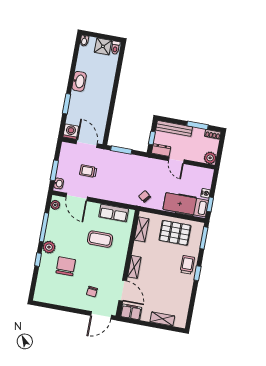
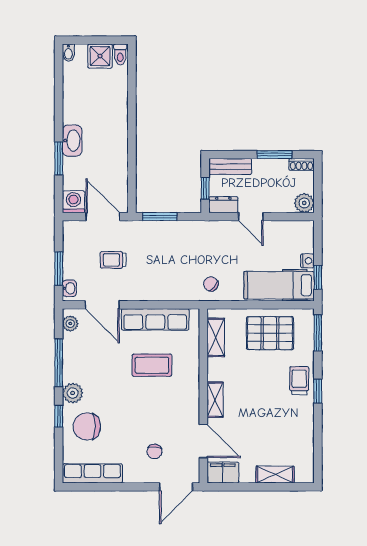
washbasin: (79, 81) -> (72, 141), moved
bench: (174, 128) -> (230, 166), width x0.73
row of seats: (114, 213) -> (155, 319), width x1.48
chair: (66, 266) -> (87, 426), moved, turned -90
row of seats: (52, 298) -> (92, 473), added

